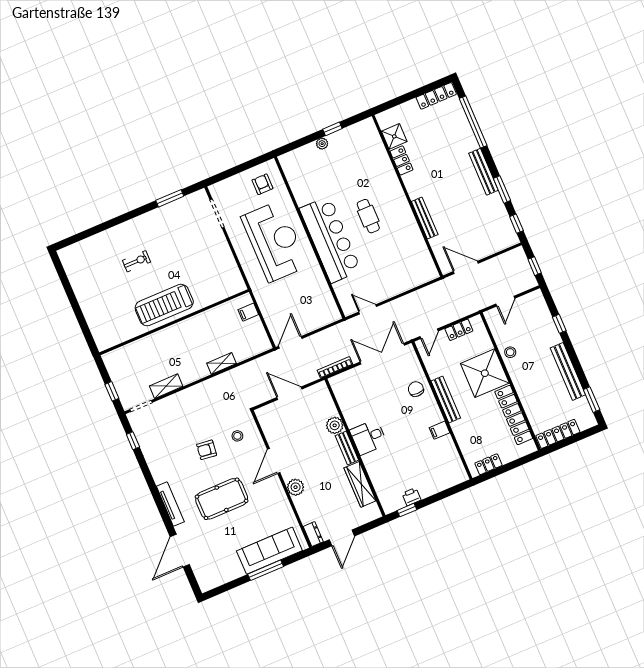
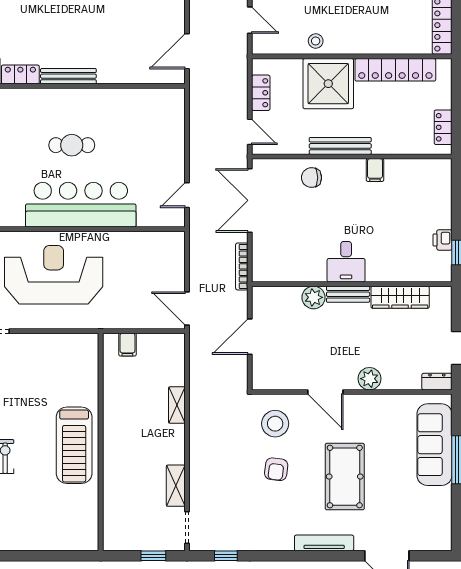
bench: (425, 218) -> (68, 76), moved
stool: (237, 436) -> (275, 424), width x1.89, depth x1.89

